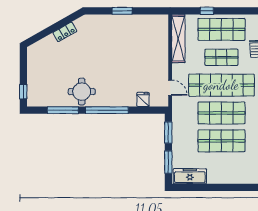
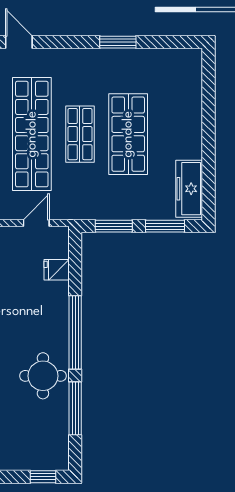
shop shelf: (221, 113) -> (80, 134), width x0.70, depth x0.74

